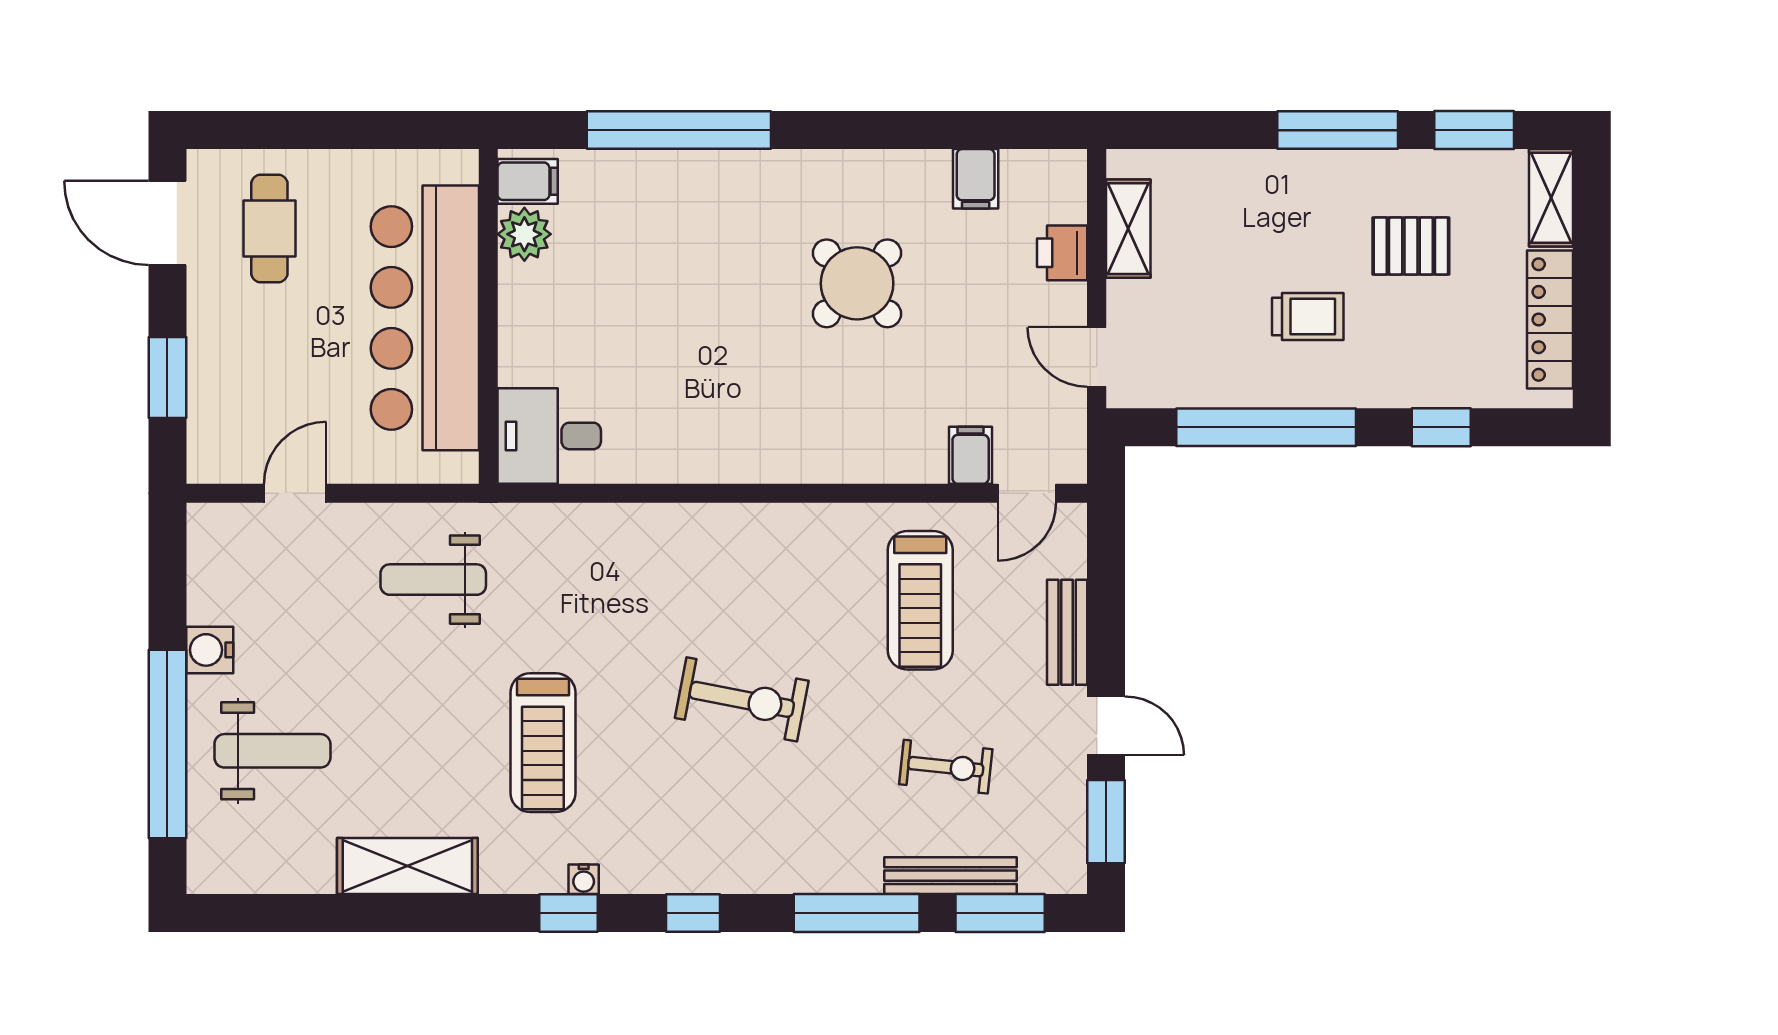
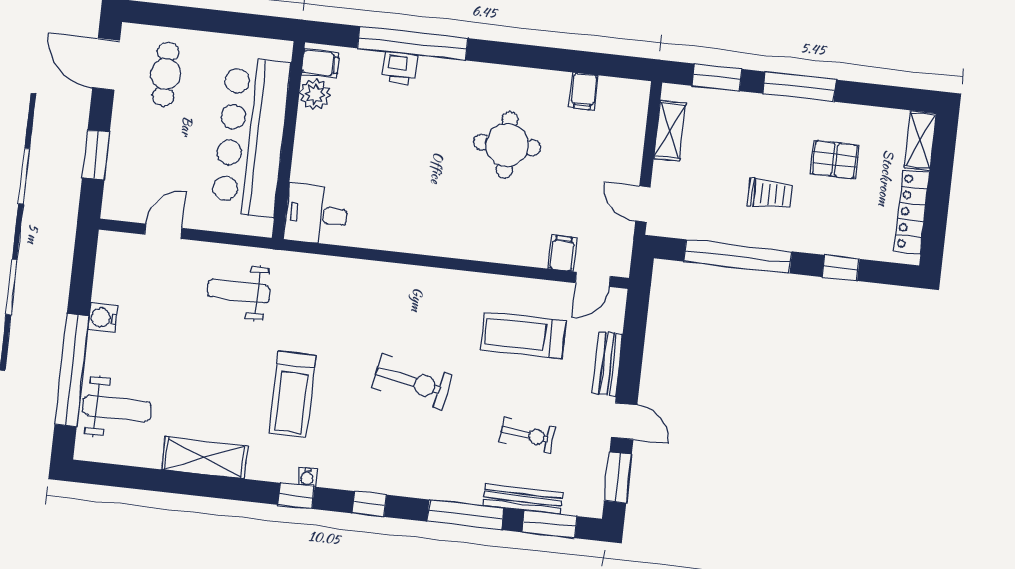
window: (1474, 130) -> (717, 77), moved
printer: (1062, 253) -> (400, 68), moved, turned -90
round table: (857, 283) -> (507, 145), turned 45
treadmill: (920, 600) -> (523, 335), turned 90
weight bench: (272, 751) -> (117, 408), moved

